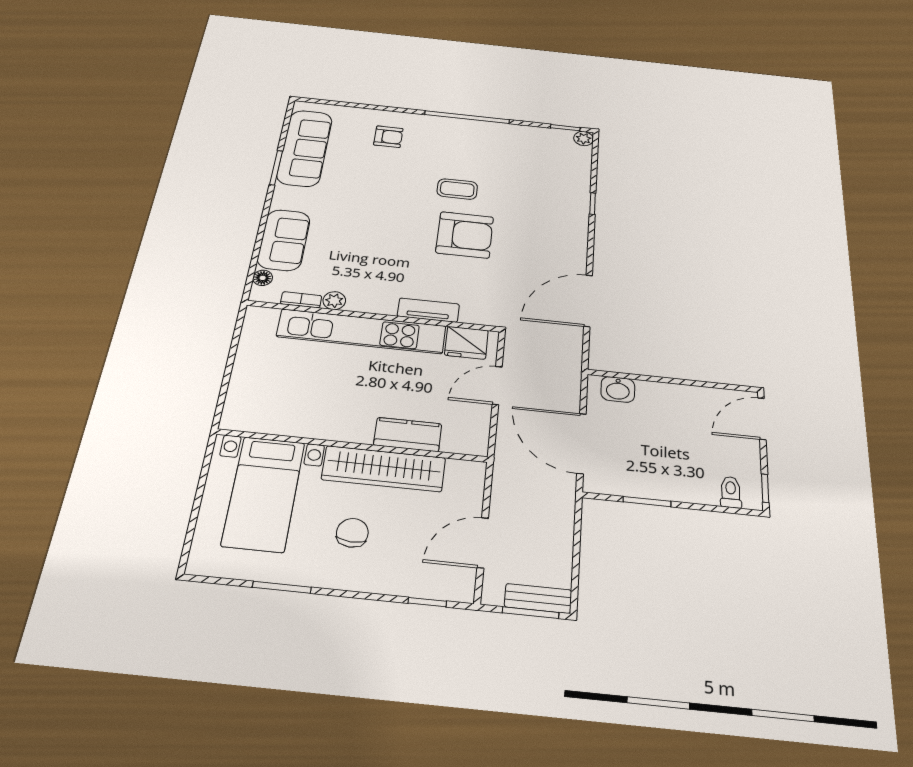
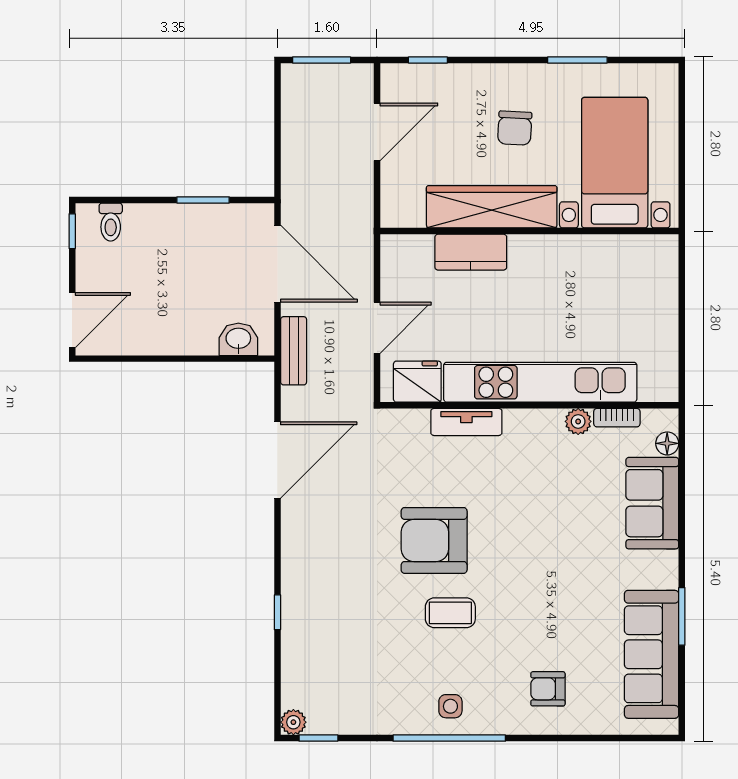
side table: (464, 135) -> (450, 706), added
bench: (538, 598) -> (294, 351), moved, turned 90

